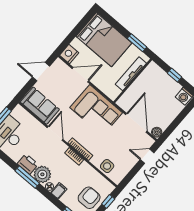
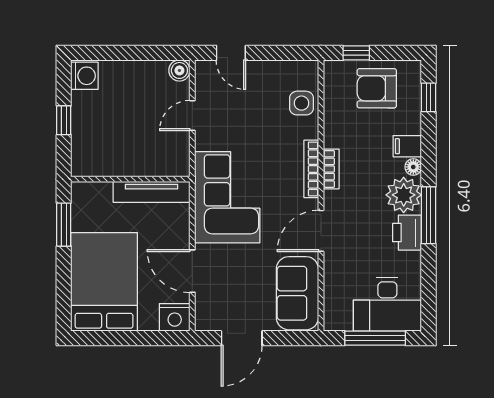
door: (41, 72) -> (242, 338), hinge flipped
tv unit: (131, 74) -> (152, 192), moved
door: (136, 123) -> (192, 115), width x0.53

